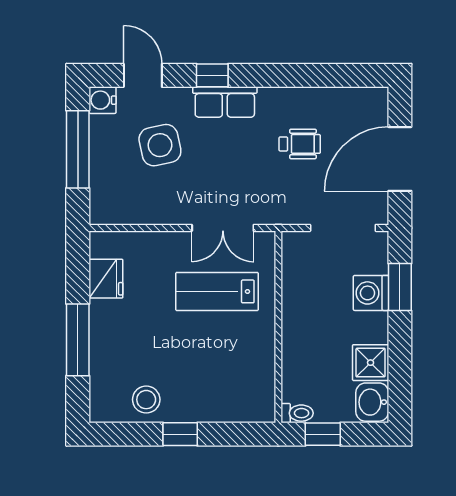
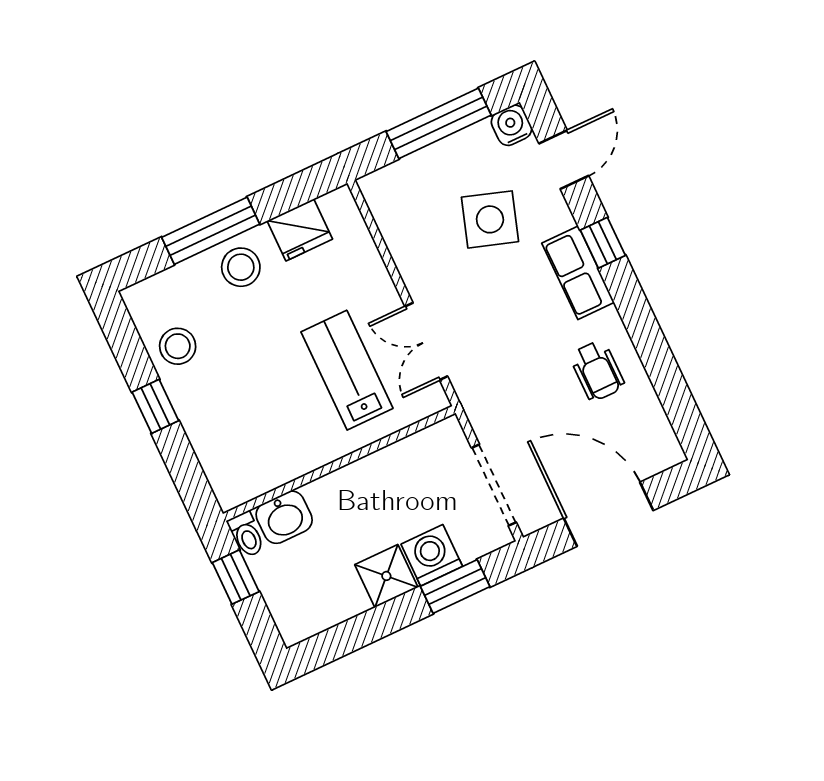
wheelchair: (300, 144) -> (597, 371), moved
side table: (160, 145) -> (490, 219), turned 30
stool: (112, 331) -> (241, 267), added
shower: (371, 363) -> (386, 576), moved
washbasin: (372, 402) -> (284, 517), moved, turned 180

